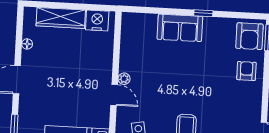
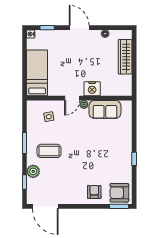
nightstand: (97, 21) -> (92, 89), moved, turned 90
sofa: (180, 28) -> (105, 109), moved, turned -90
armchair: (246, 71) -> (94, 192), turned -90

